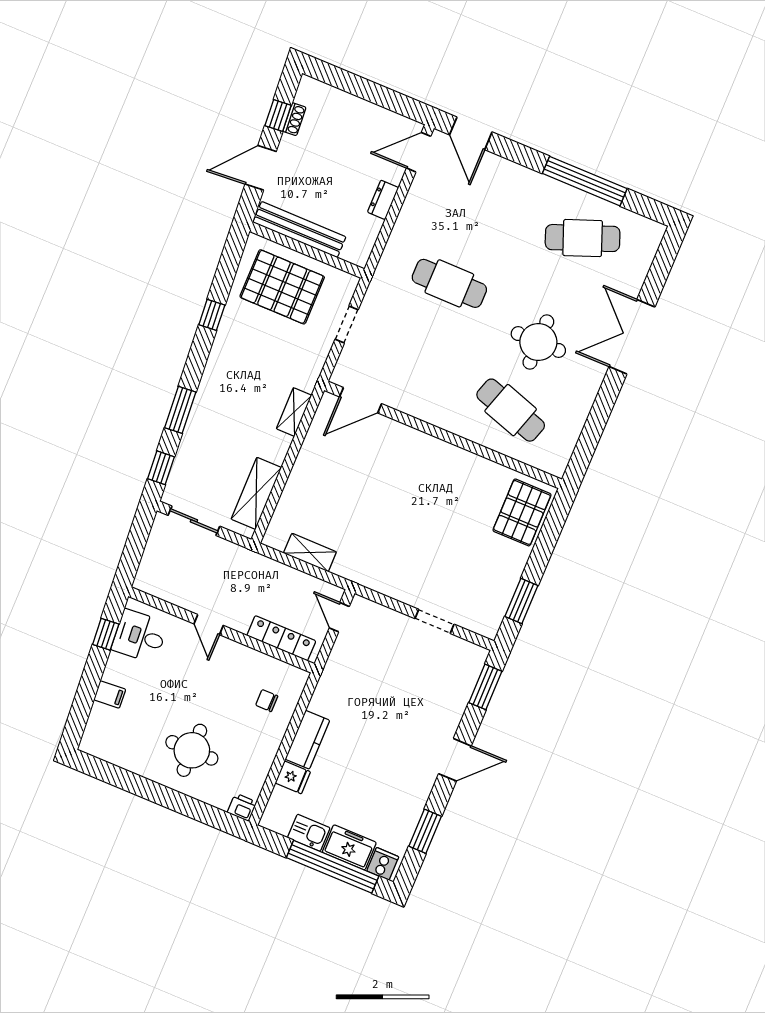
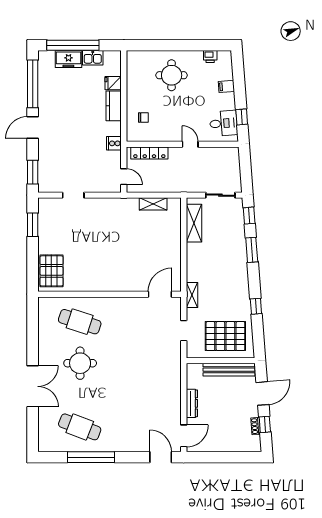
dresser: (383, 200) -> (192, 403), width x1.44
cafe table: (583, 238) -> (80, 427), turned 42
cafe table: (449, 283) -> (139, 374), removed
shelving: (294, 412) -> (192, 295), moved
printer: (242, 807) -> (210, 57), moved
window: (425, 831) -> (33, 84), width x2.11
cooker: (383, 864) -> (114, 143), moved, turned 90

